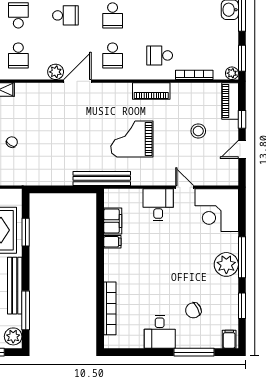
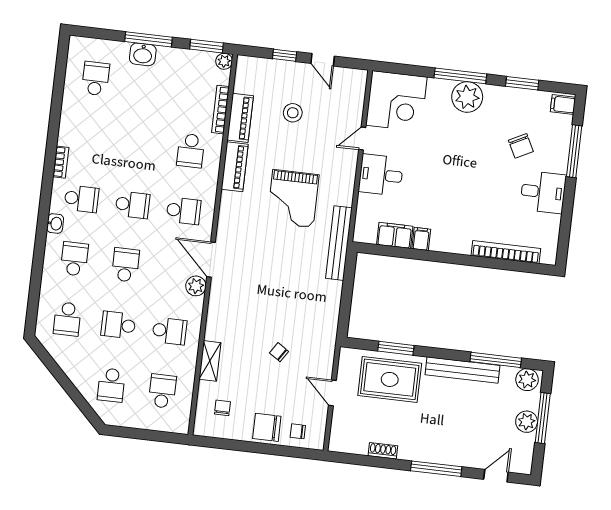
piano: (230, 101) -> (240, 118), moved, turned -90

